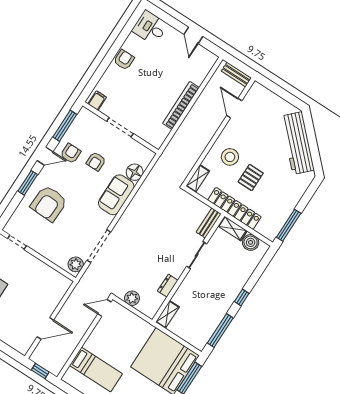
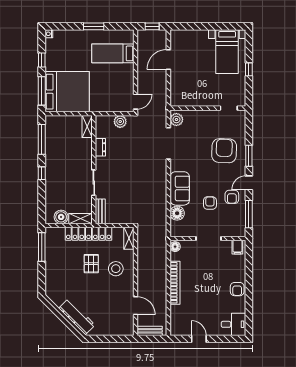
floor lamp: (158, 141) -> (175, 247), added
workbench: (298, 143) -> (77, 317), width x0.73, depth x0.76

